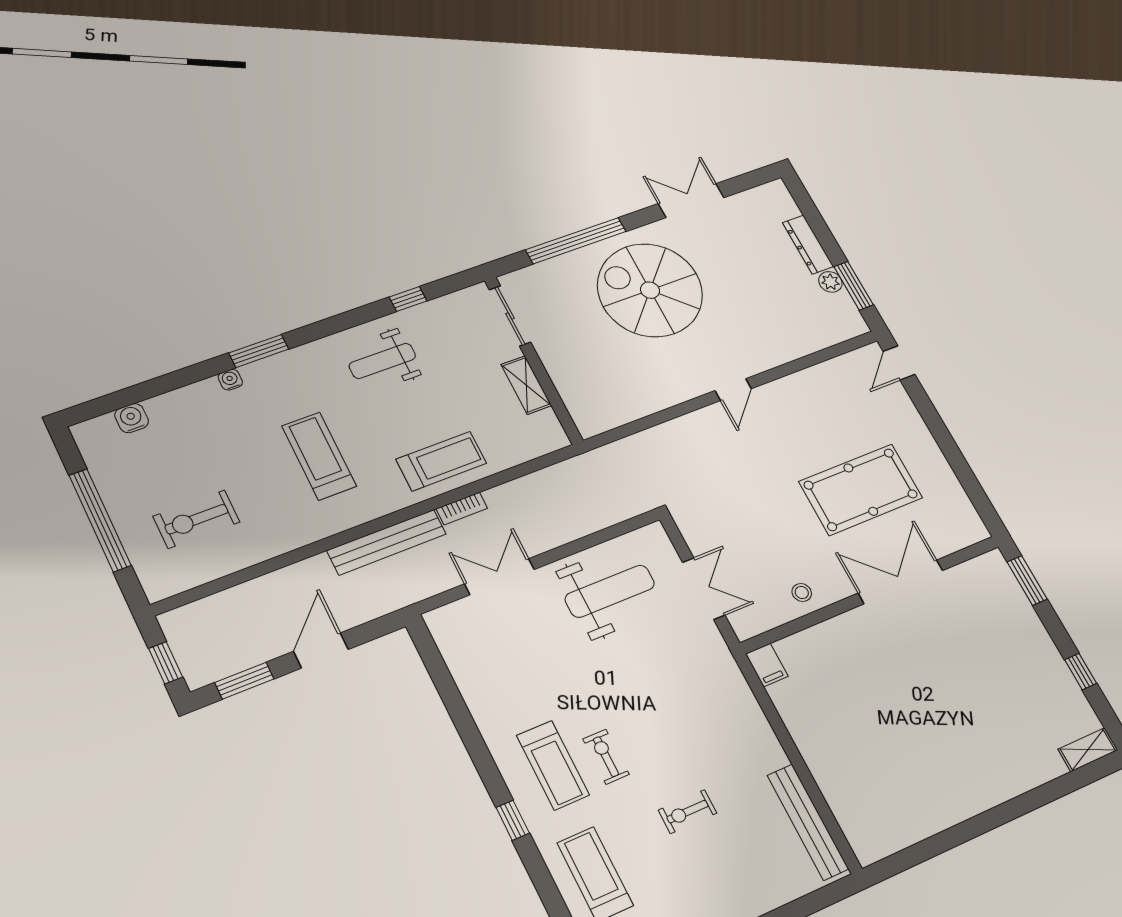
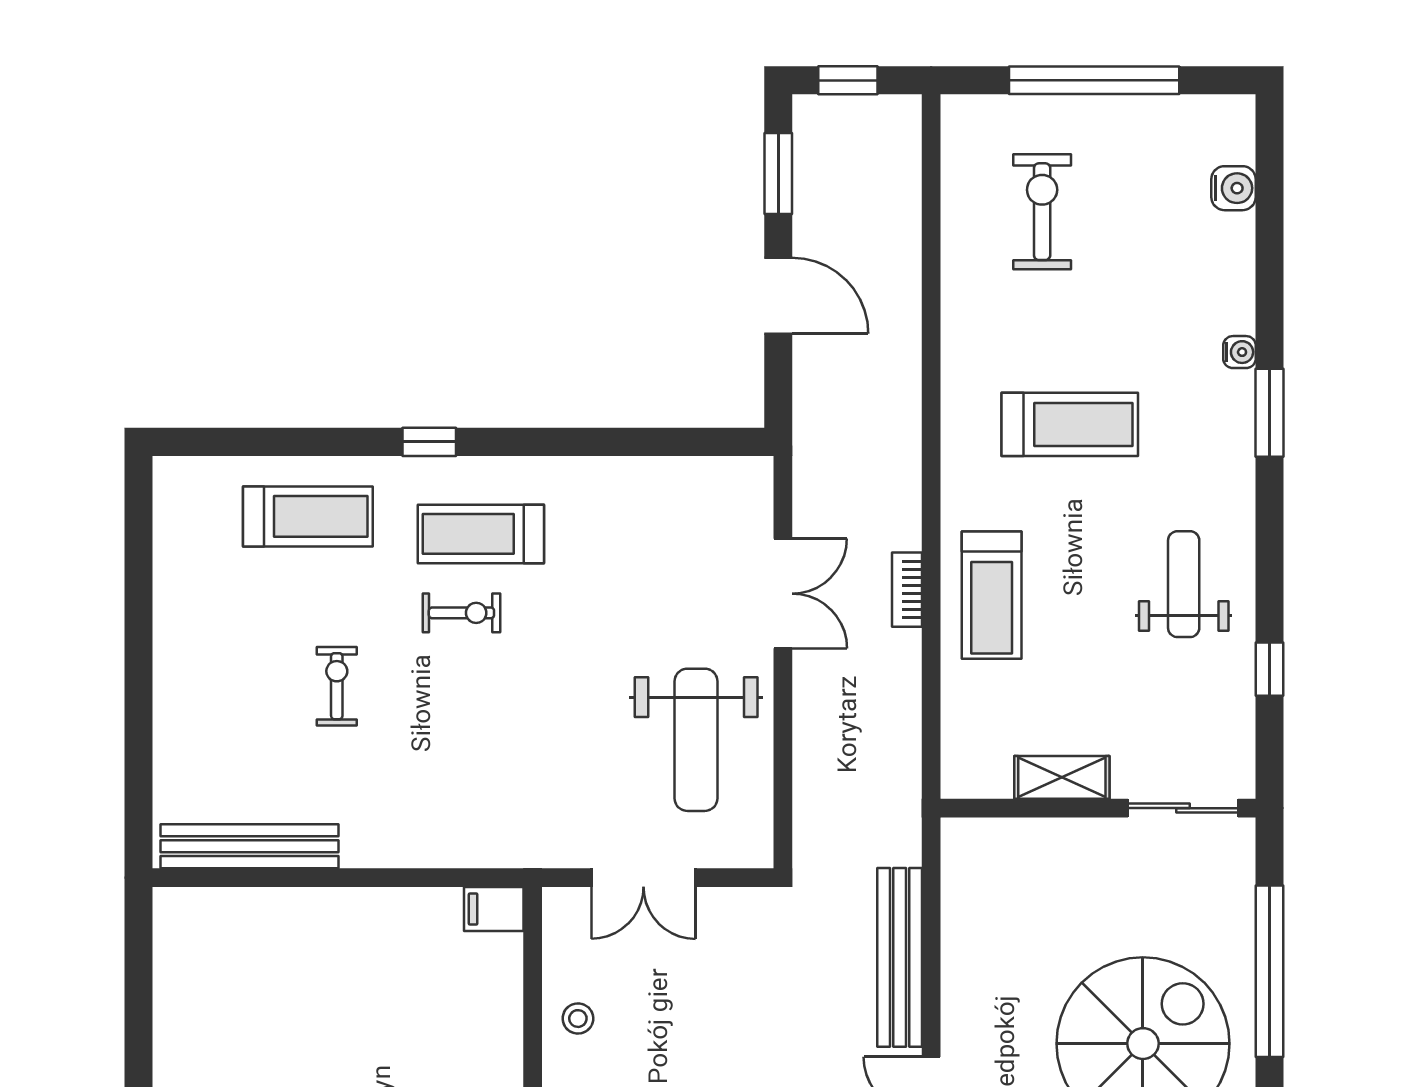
bench: (387, 542) -> (900, 957), moved

